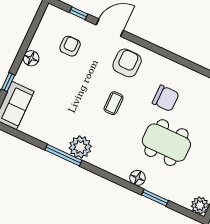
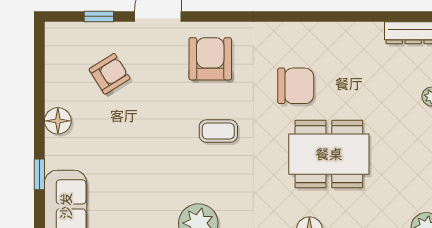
armchair: (70, 46) -> (110, 74), turned 58
coffee table: (114, 103) -> (218, 131), turned 90

